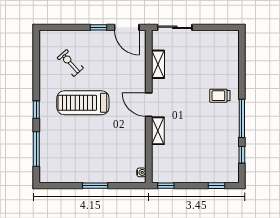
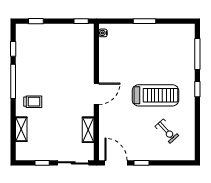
window: (209, 27) -> (42, 163), added
door: (149, 105) -> (96, 94), hinge flipped
shelving: (158, 131) -> (21, 129), moved

